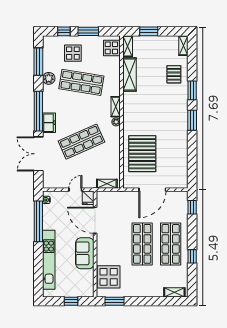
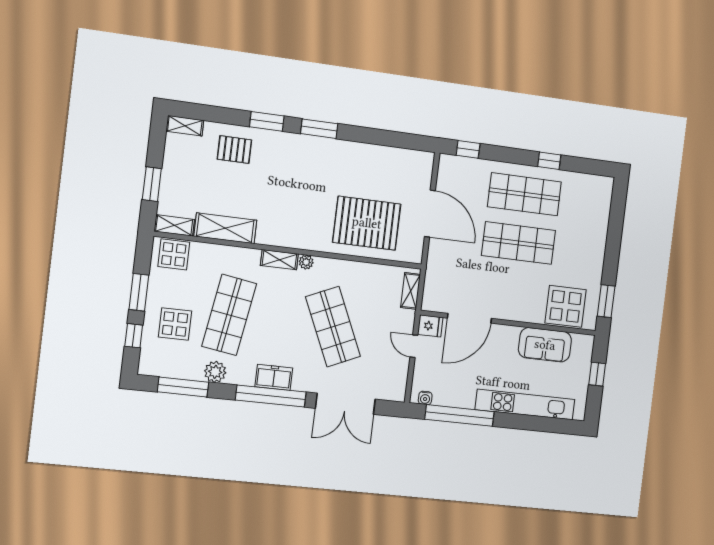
freezer: (49, 123) -> (274, 377), moved
sofa: (85, 253) -> (545, 345), moved
shelving: (174, 292) -> (604, 199), removed

